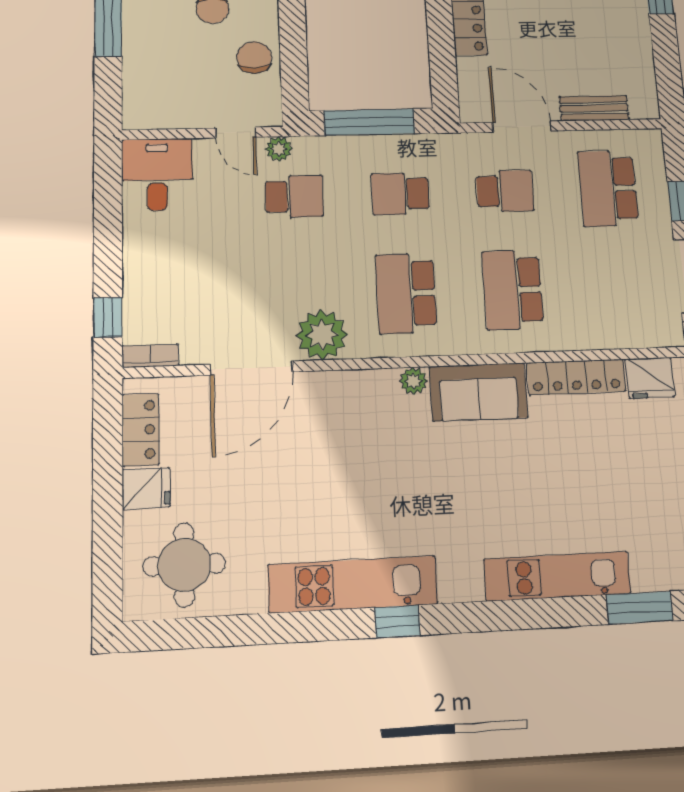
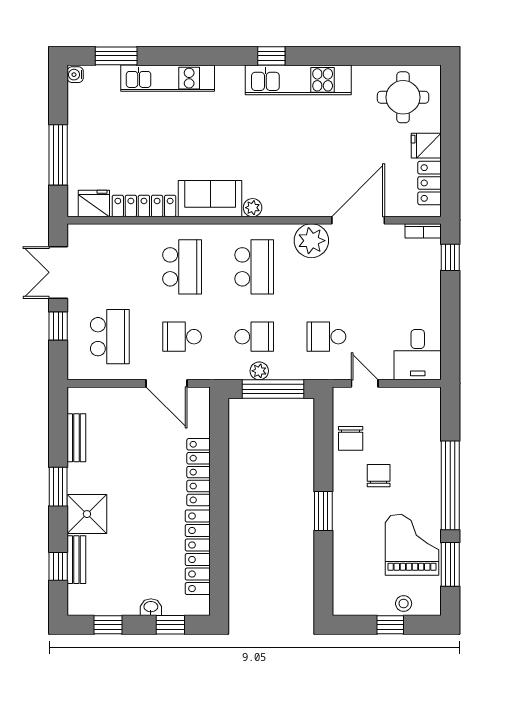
bench: (594, 108) -> (76, 438), moved, turned 90
plant: (279, 149) -> (259, 371), moved

